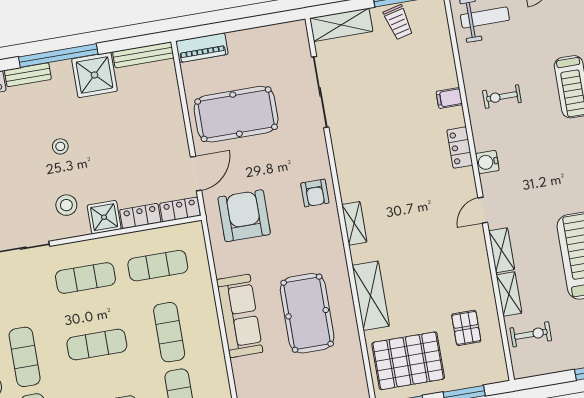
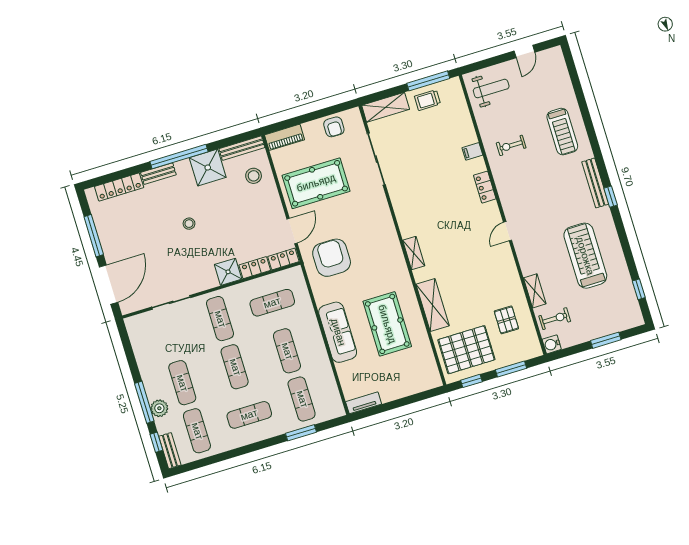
trolley: (398, 22) -> (427, 100), turned 104
water cooler: (487, 162) -> (552, 344), moved
armchair: (315, 193) -> (334, 127), moved
stool: (66, 205) -> (254, 176), moved
shelving: (502, 250) -> (525, 259), removed
exercise mat: (85, 278) -> (220, 319), turned 90
exercise mat: (97, 345) -> (235, 367), turned 90

